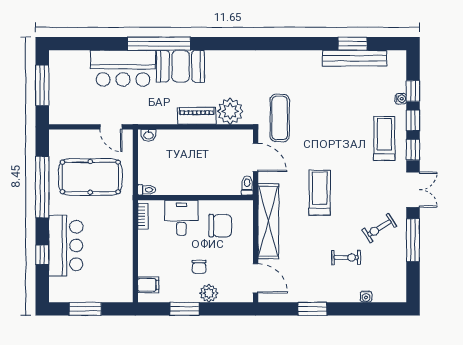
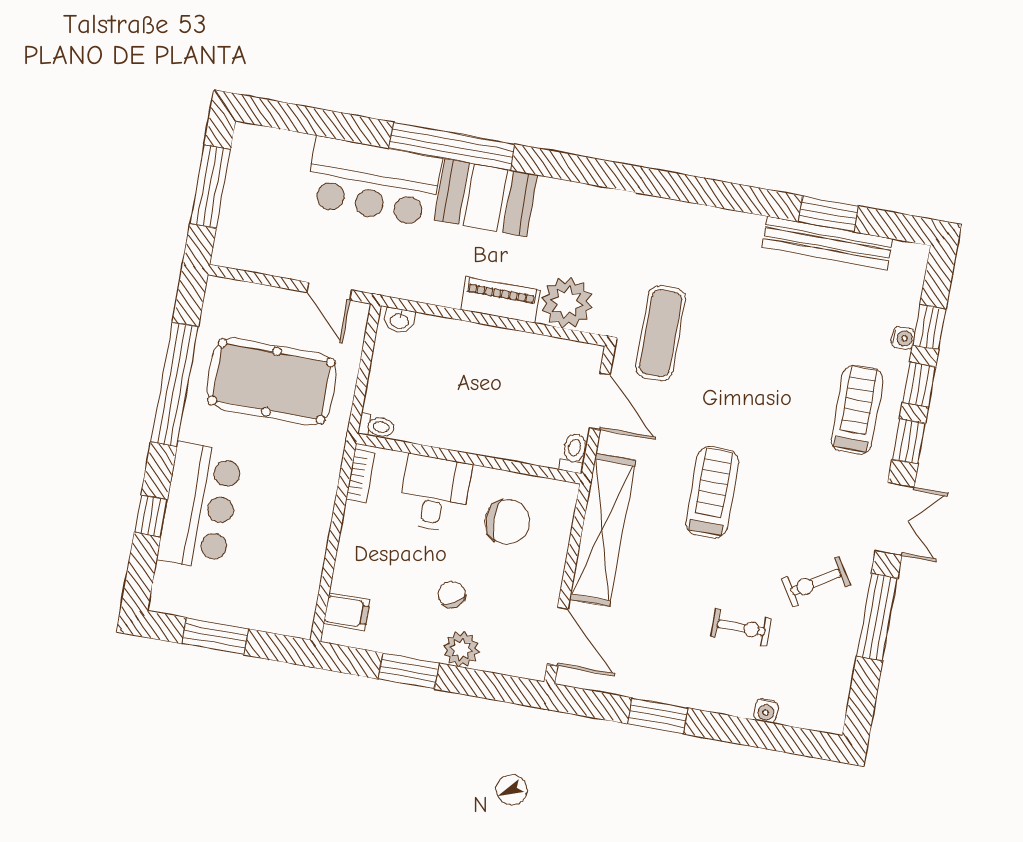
chair: (199, 267) -> (452, 594), turned 148

